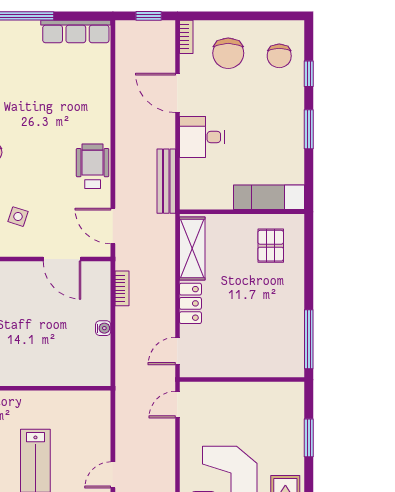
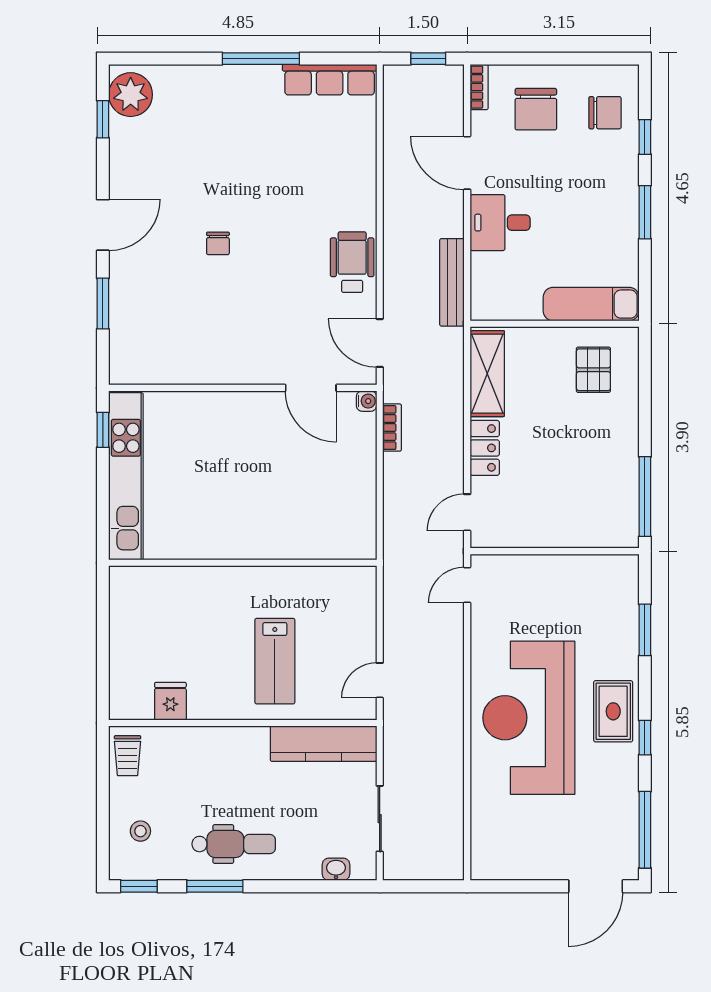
chair: (279, 56) -> (605, 113), turned -90
side table: (18, 217) -> (251, 330), removed
water cooler: (103, 328) -> (367, 401), moved

